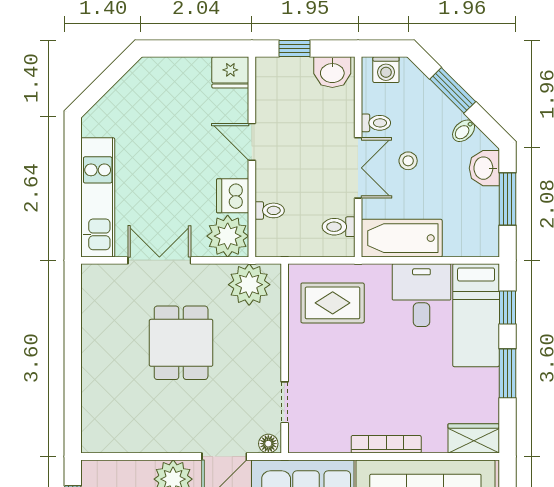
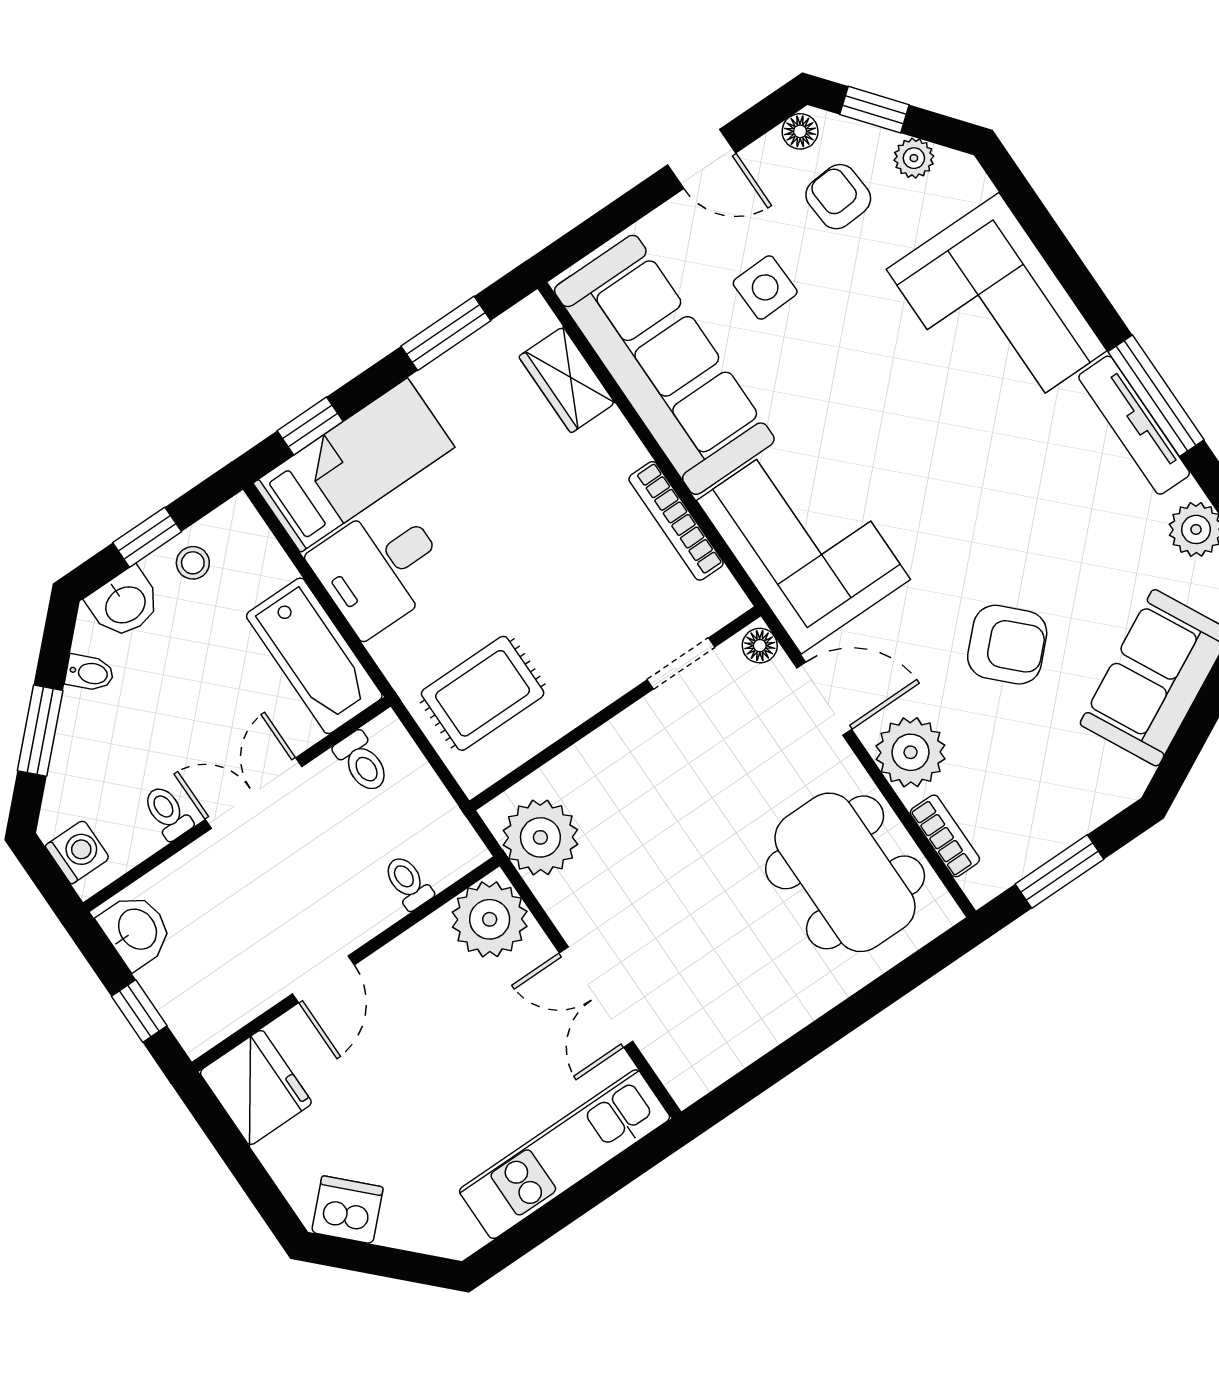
fridge: (230, 72) -> (256, 1087), width x1.36, depth x1.34
stool: (408, 161) -> (193, 563), moved
dishwasher: (233, 196) -> (347, 1210), moved, turned -135
window: (507, 199) -> (147, 537), width x0.67
rug: (333, 303) -> (483, 693), turned 90
dining table: (181, 343) -> (845, 872), moved, width x1.38
window: (507, 373) -> (446, 333), moved
wardrobe: (474, 438) -> (567, 380), moved
bookcase: (386, 444) -> (676, 521), moved
bookcase: (124, 469) -> (945, 836), added

